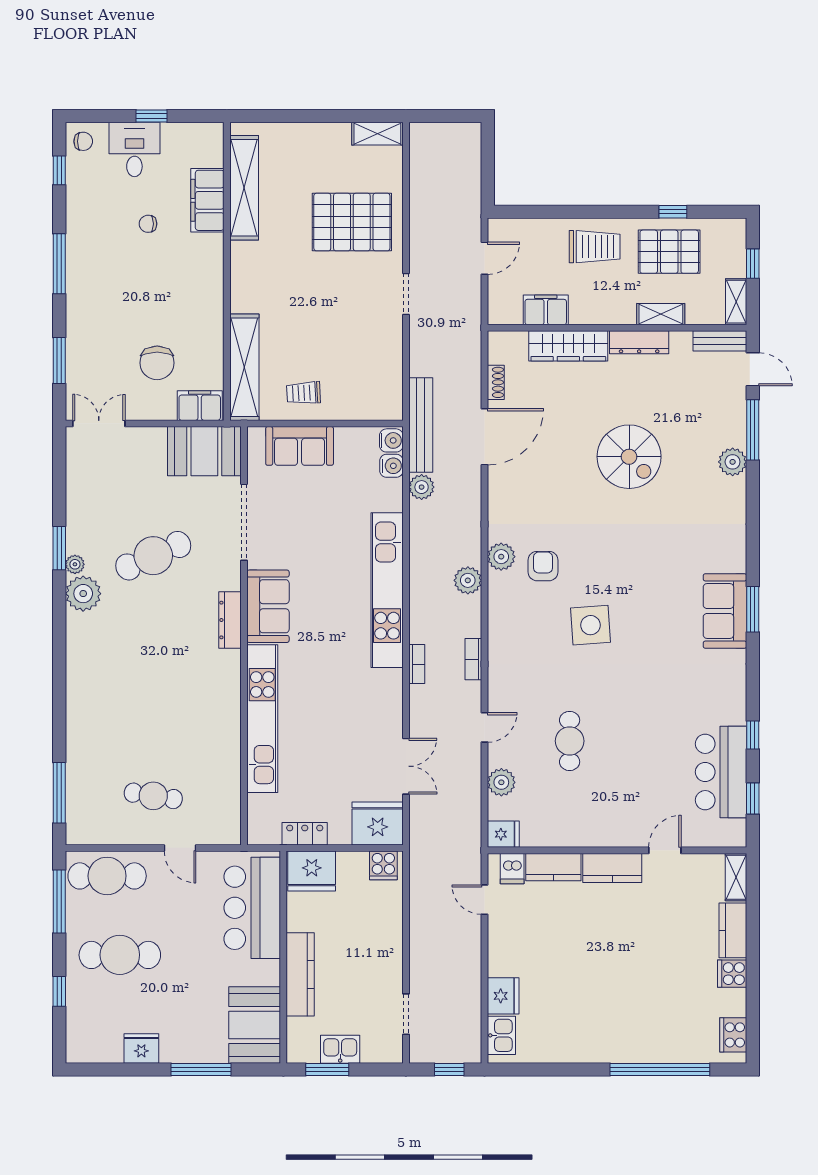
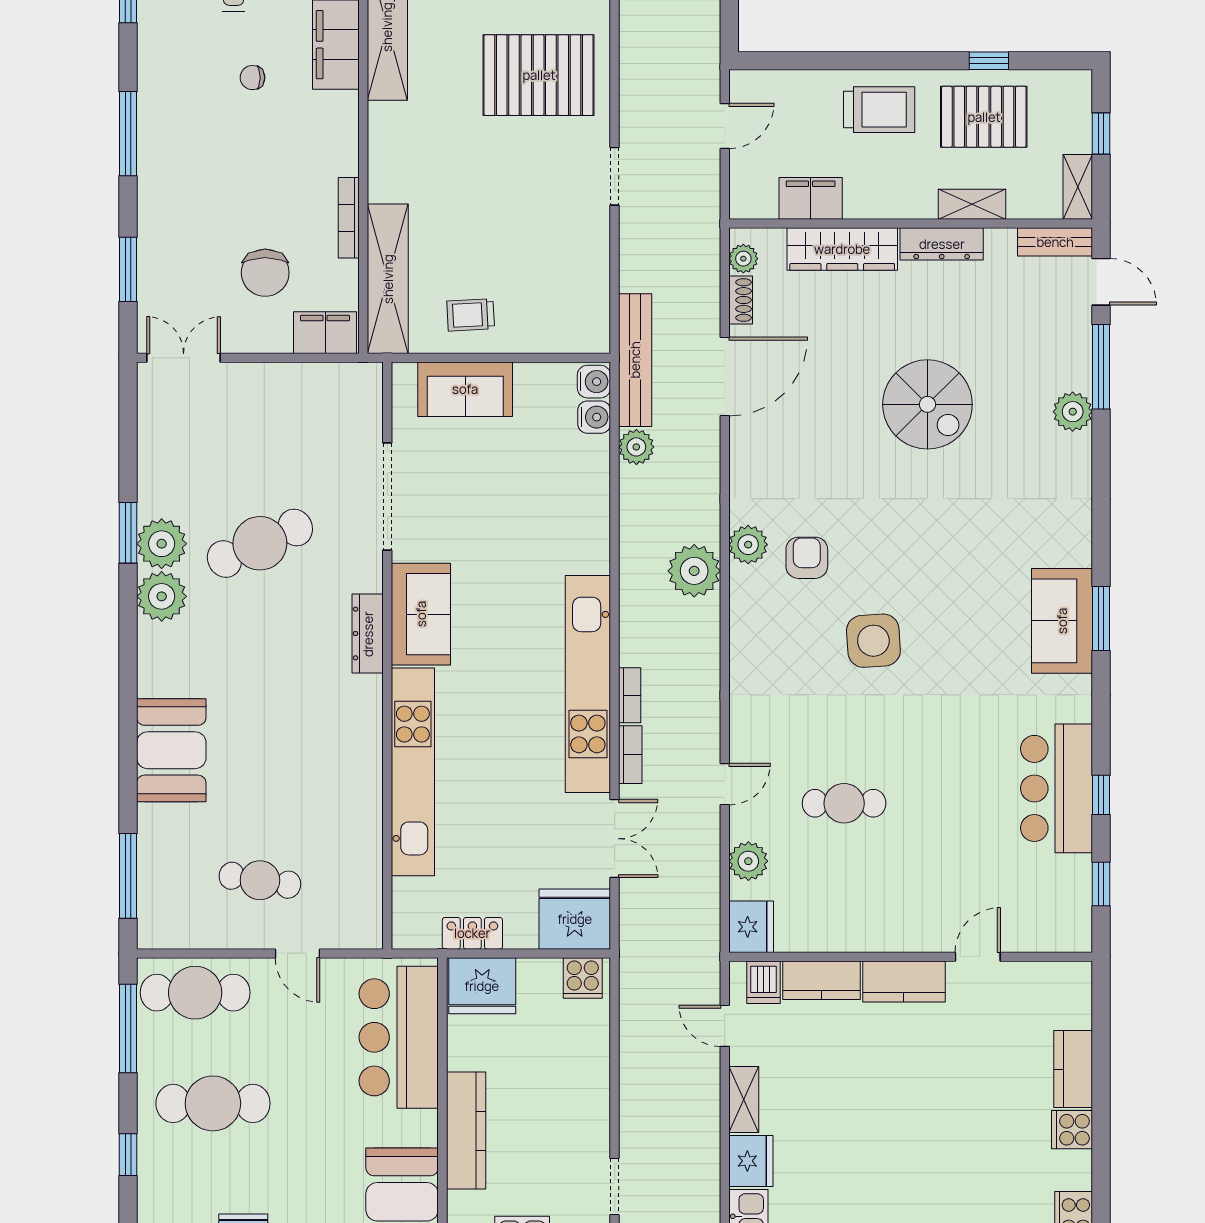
bookcase: (217, 324) -> (349, 218), added
plant: (498, 353) -> (743, 259), added
booth: (204, 451) -> (171, 750), moved, turned 90
plant: (75, 564) -> (162, 544), width x1.88, depth x1.88
plant: (468, 580) -> (694, 571), width x1.36, depth x1.36
kitchen unit: (387, 590) -> (588, 684), moved
bookcase: (473, 659) -> (630, 755), moved, turned 180
cafe table: (570, 741) -> (844, 803), turned 90
bar counter: (721, 772) -> (1057, 788), moved
fridge: (503, 834) -> (751, 927), width x1.38
shelving: (736, 877) -> (744, 1099), moved

